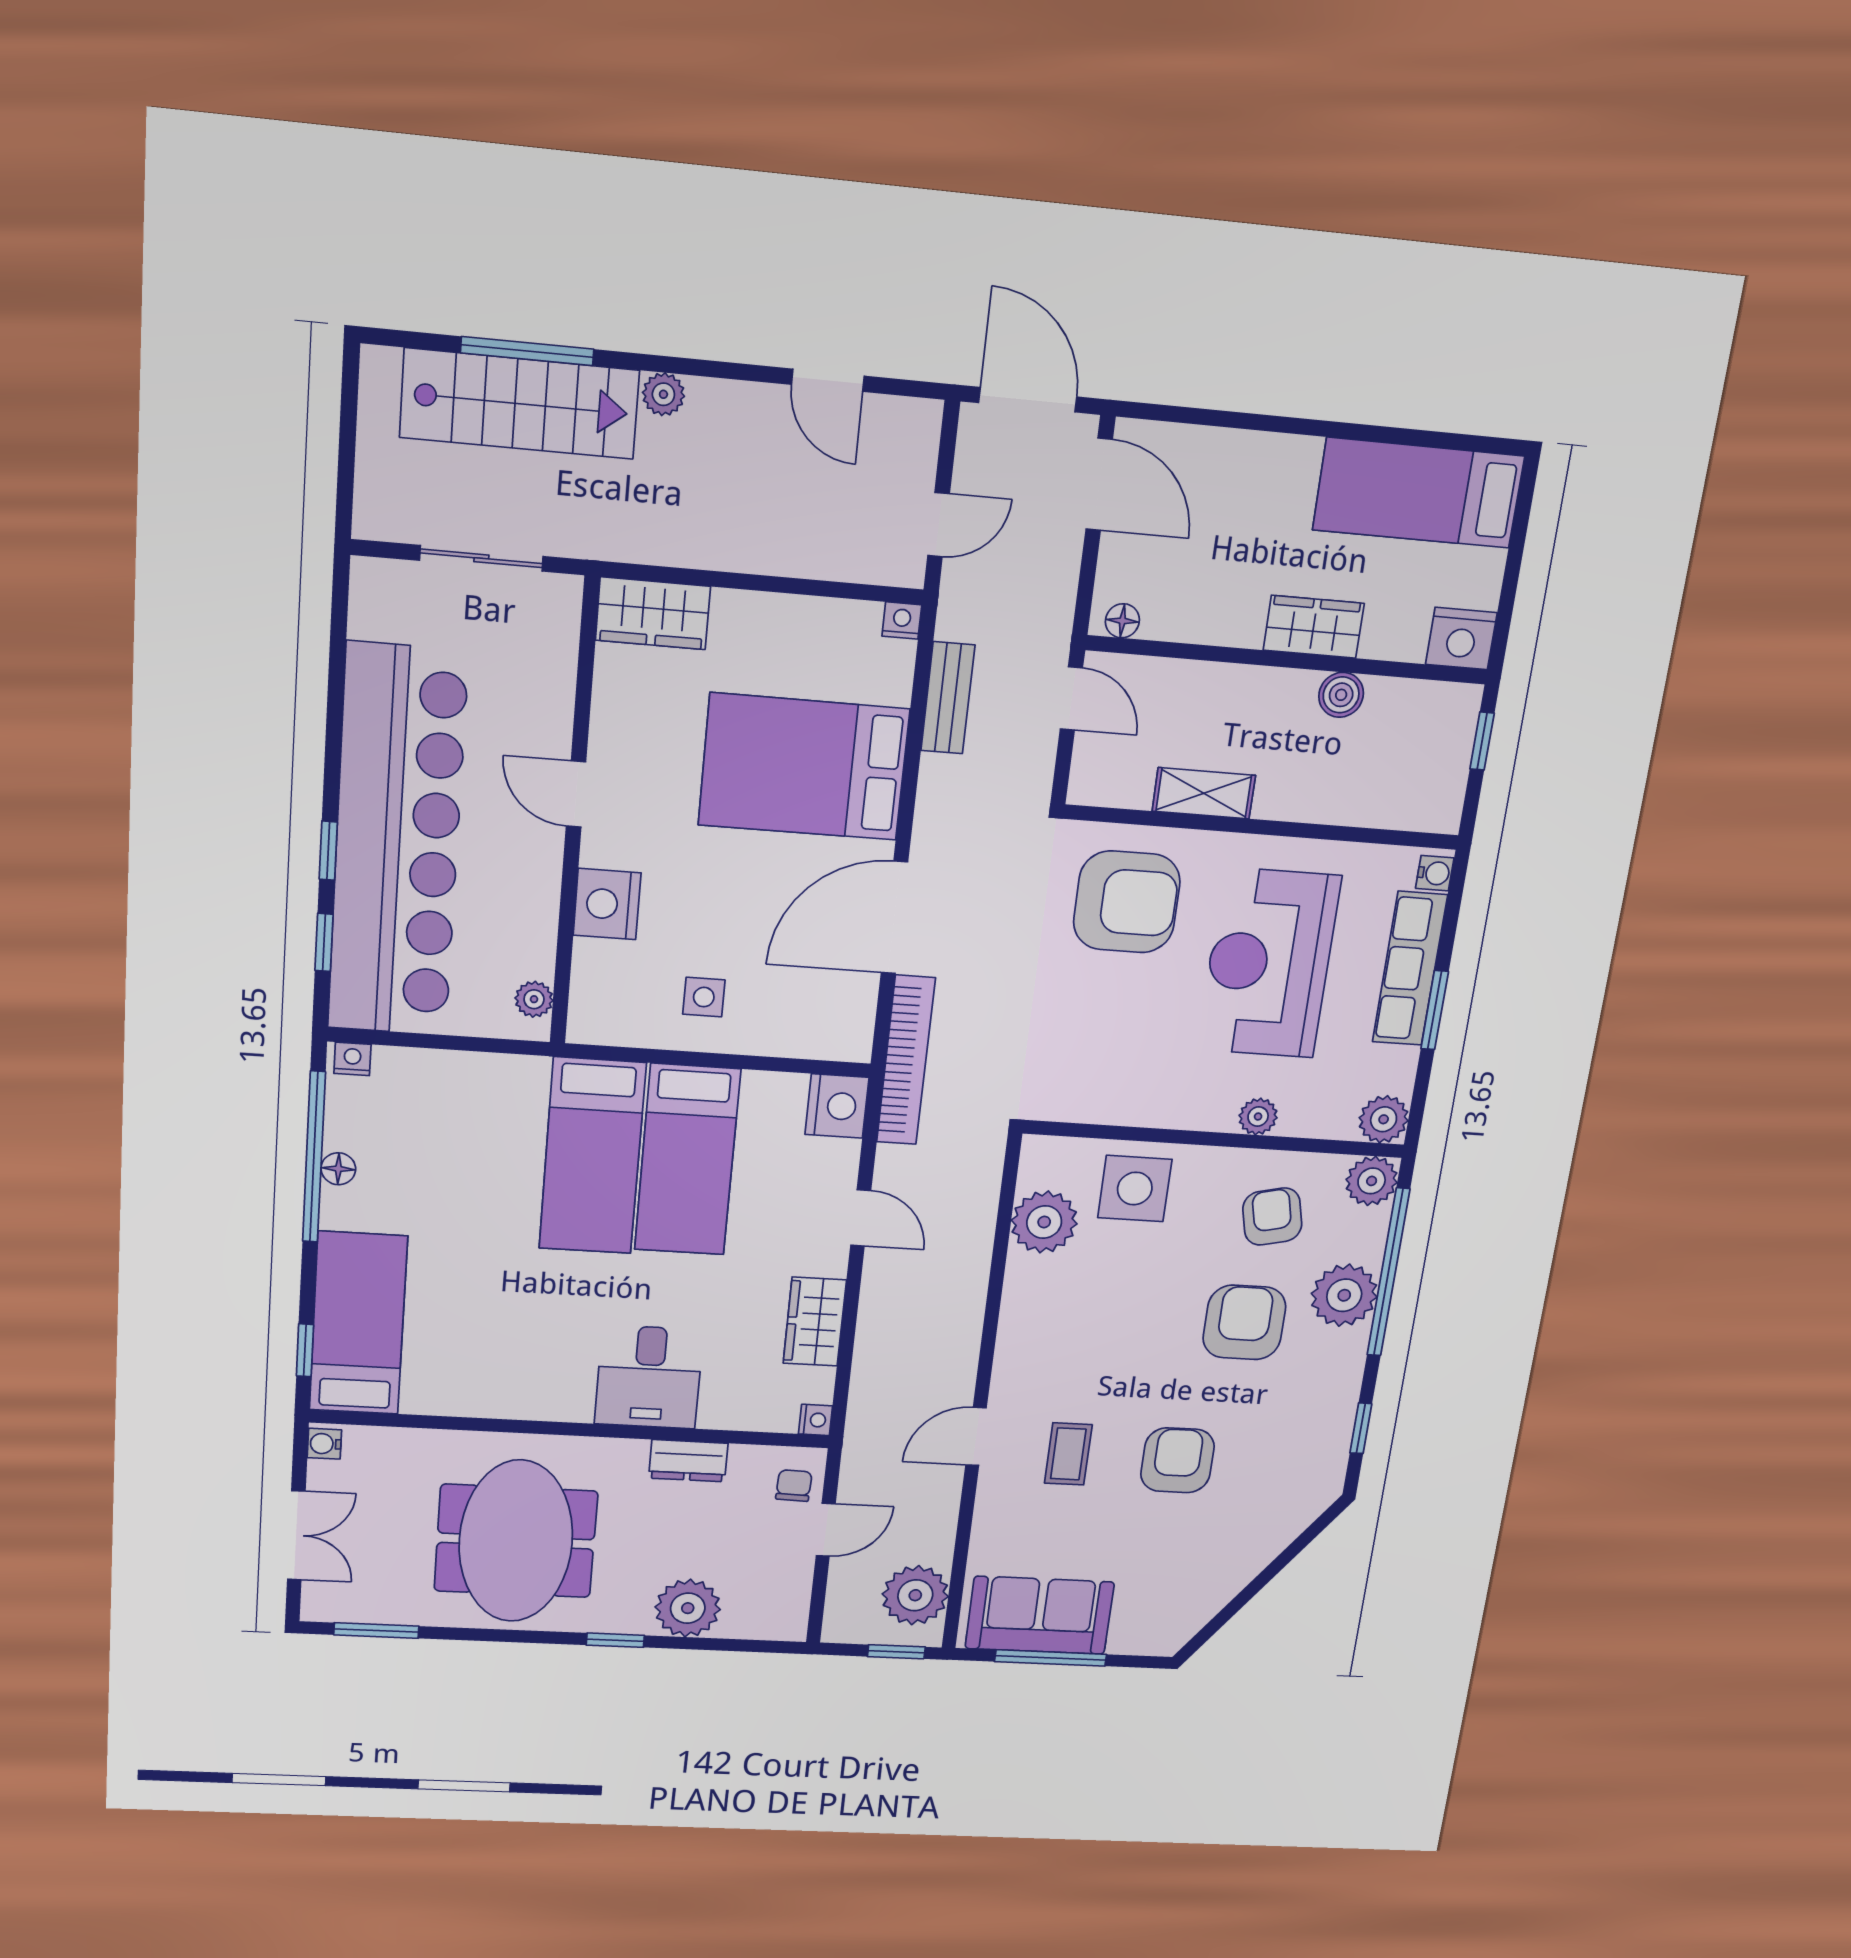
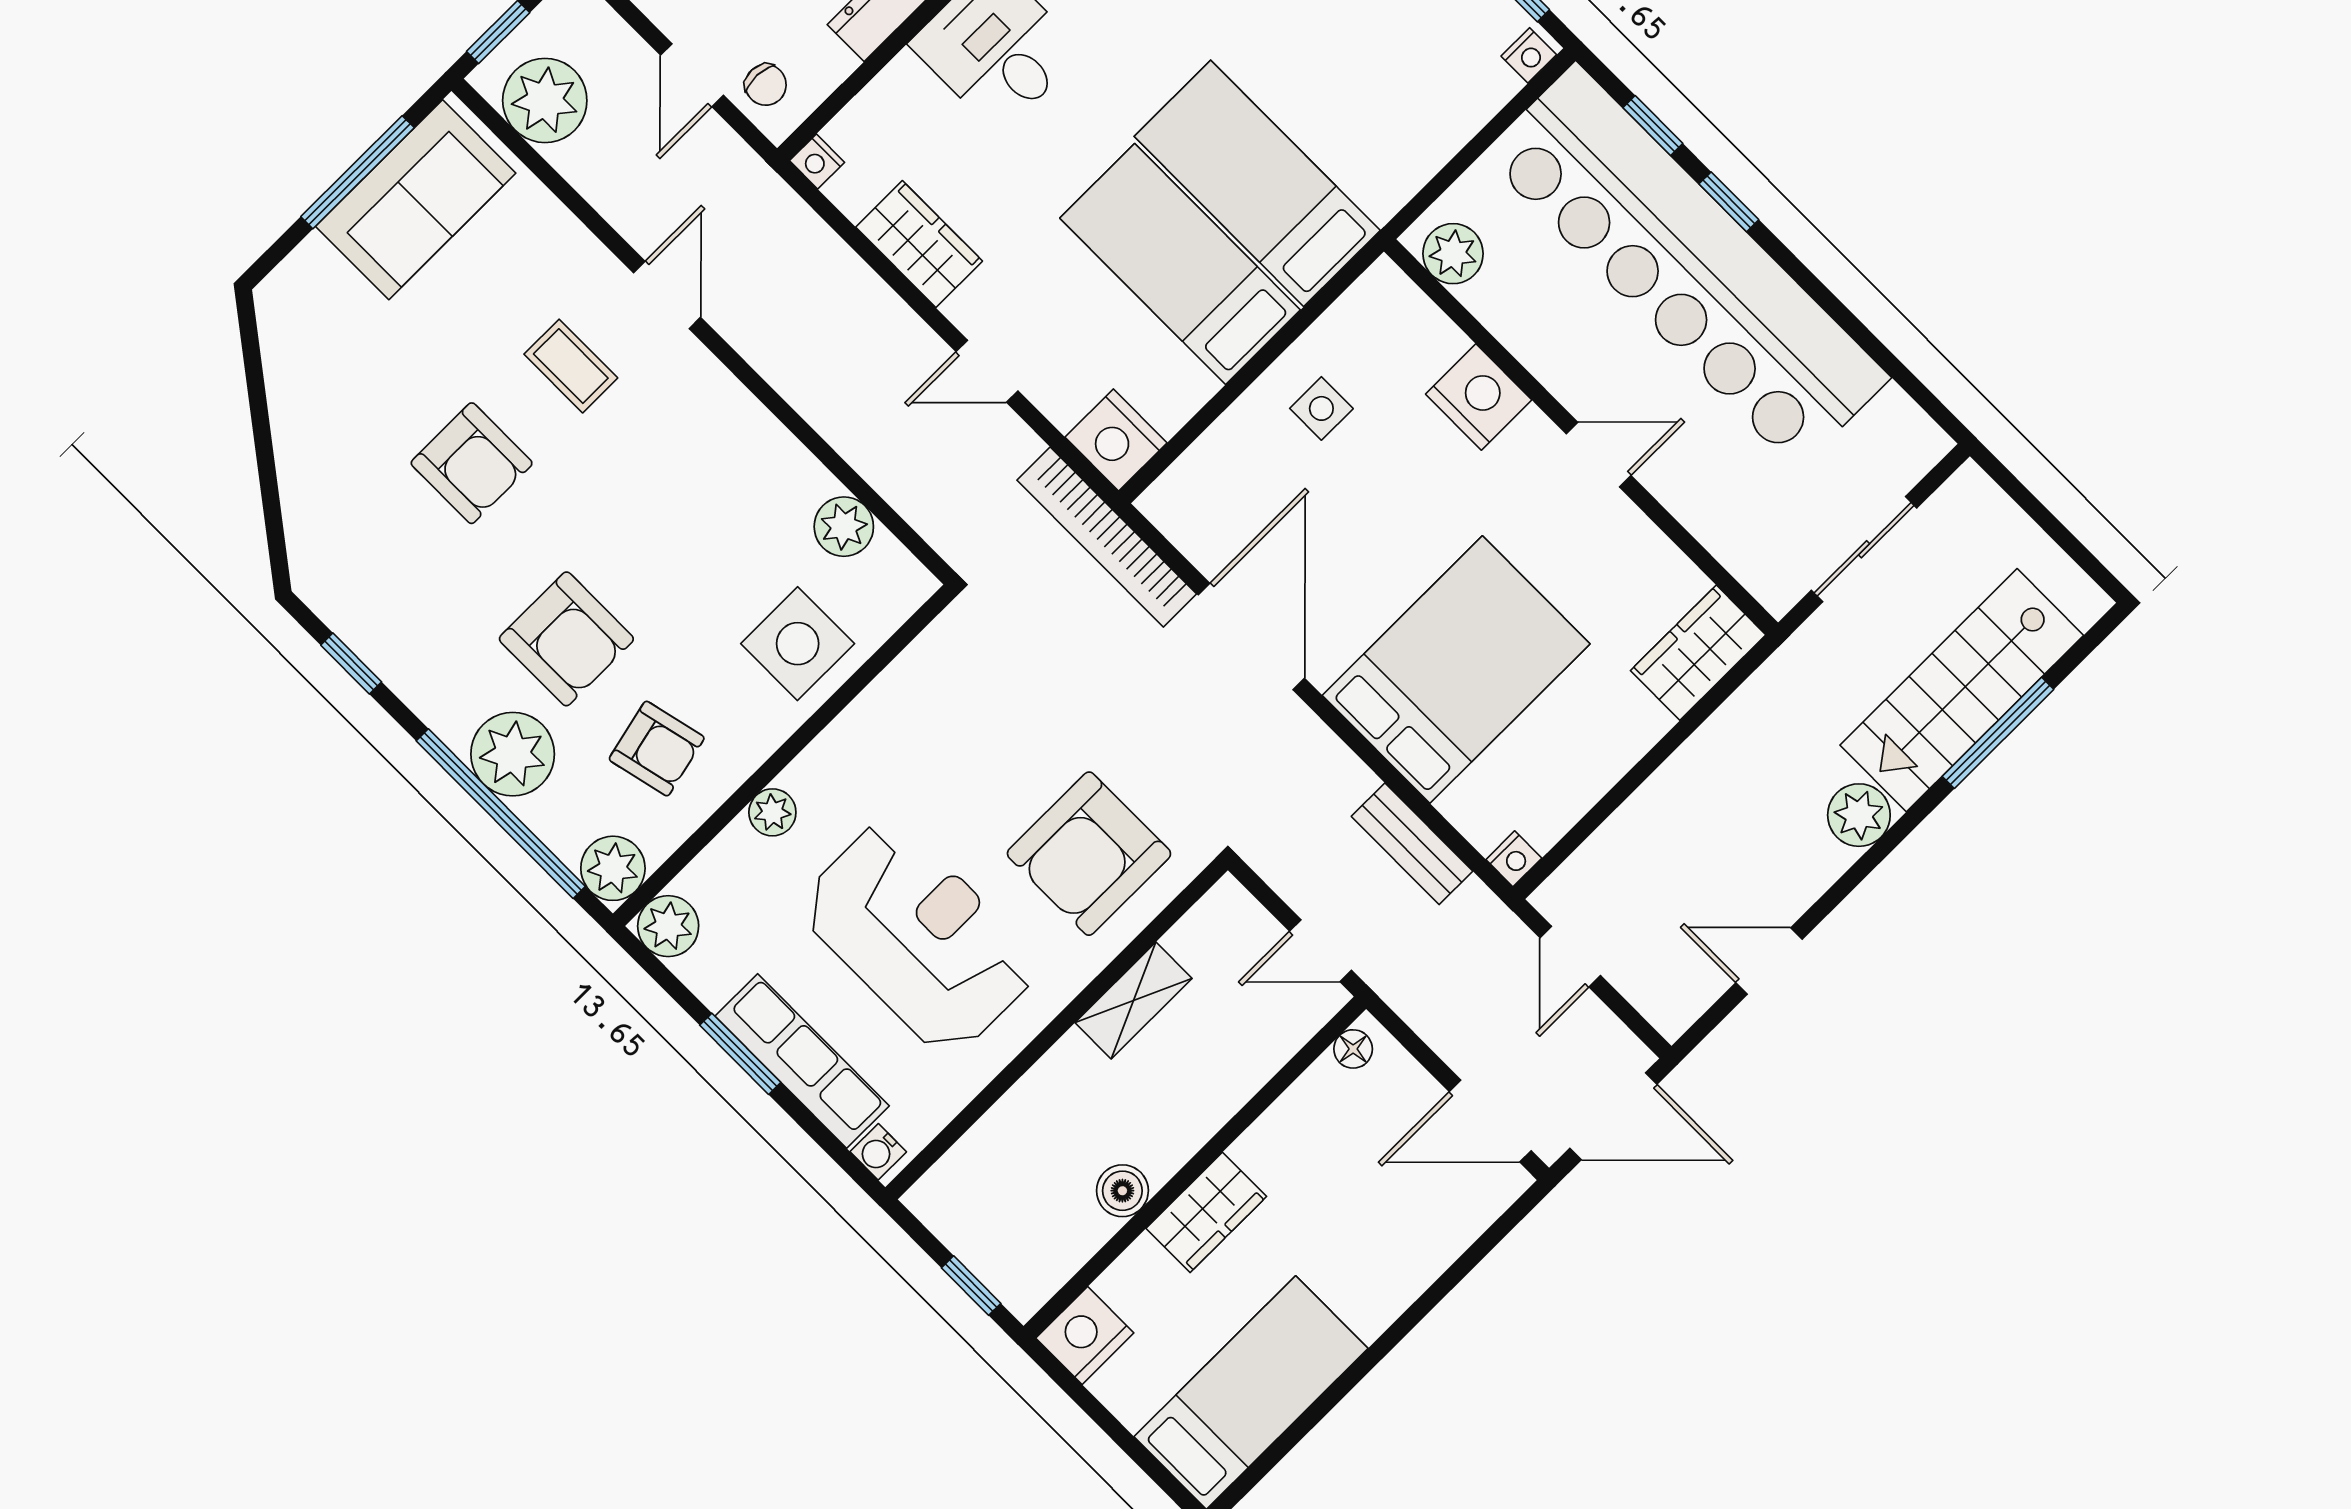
plant: (663, 394) -> (1859, 815), width x1.38, depth x1.38
plant: (534, 999) -> (1453, 254), width x1.38, depth x1.38
plant: (1044, 1222) -> (844, 527), width x0.73, depth x0.73

